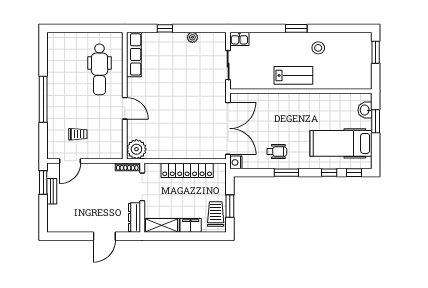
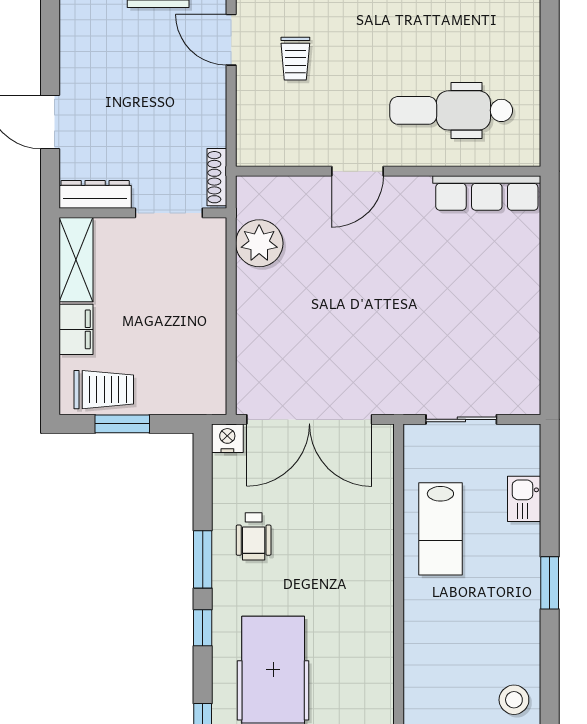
window: (165, 28) -> (550, 268), removed
plant: (192, 37) -> (528, 334), removed
kitchen sink: (239, 39) -> (524, 499), moved
stool: (318, 48) -> (514, 700), moved
lab bench: (293, 75) -> (440, 529), moved
plant: (136, 149) -> (259, 243), moved
locker: (187, 170) -> (209, 321), removed
window: (329, 173) -> (203, 628), moved

